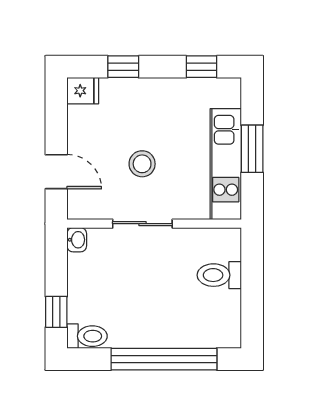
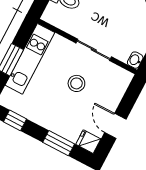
window: (123, 67) -> (59, 143), width x1.50
door: (56, 172) -> (115, 126), moved

